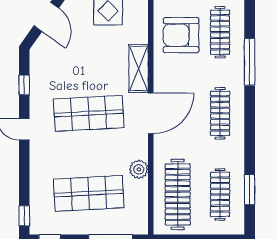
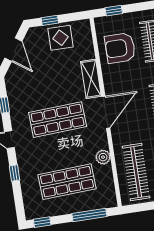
window: (24, 216) -> (14, 173), moved

